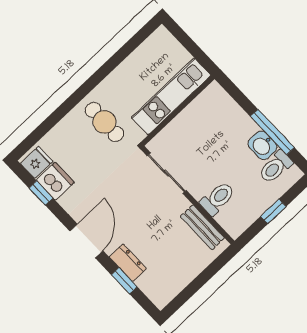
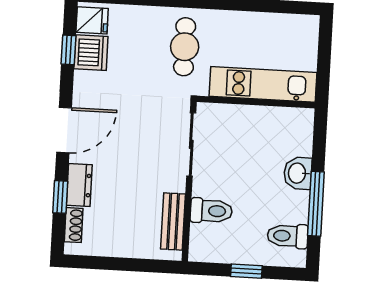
washbasin: (262, 145) -> (298, 173), moved
shoe rack: (149, 289) -> (74, 225), added

